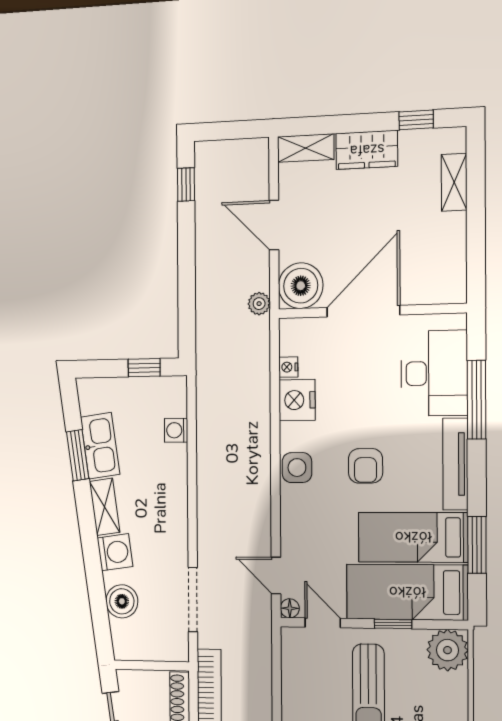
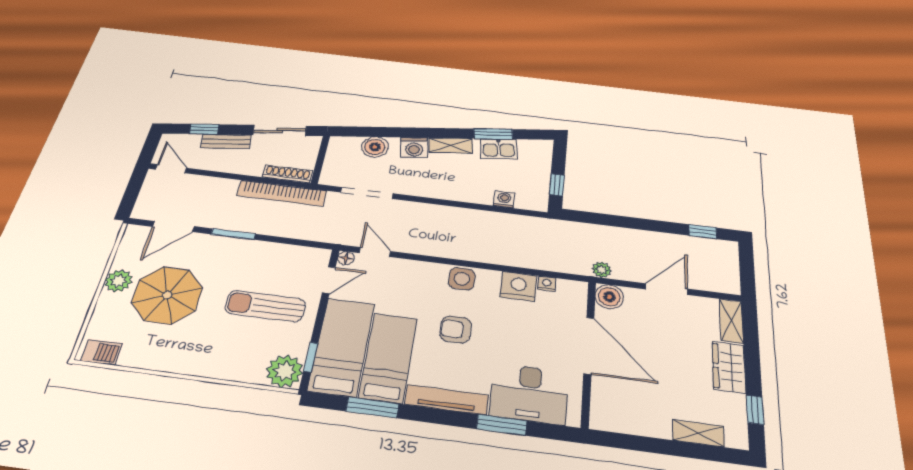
boiler: (301, 286) -> (609, 297), width x0.73, depth x0.73
window: (476, 400) -> (502, 425), width x0.69
kitchen sink: (100, 446) -> (499, 149), width x0.73
door: (276, 576) -> (375, 252), hinge flipped
window: (393, 624) -> (311, 357), moved

